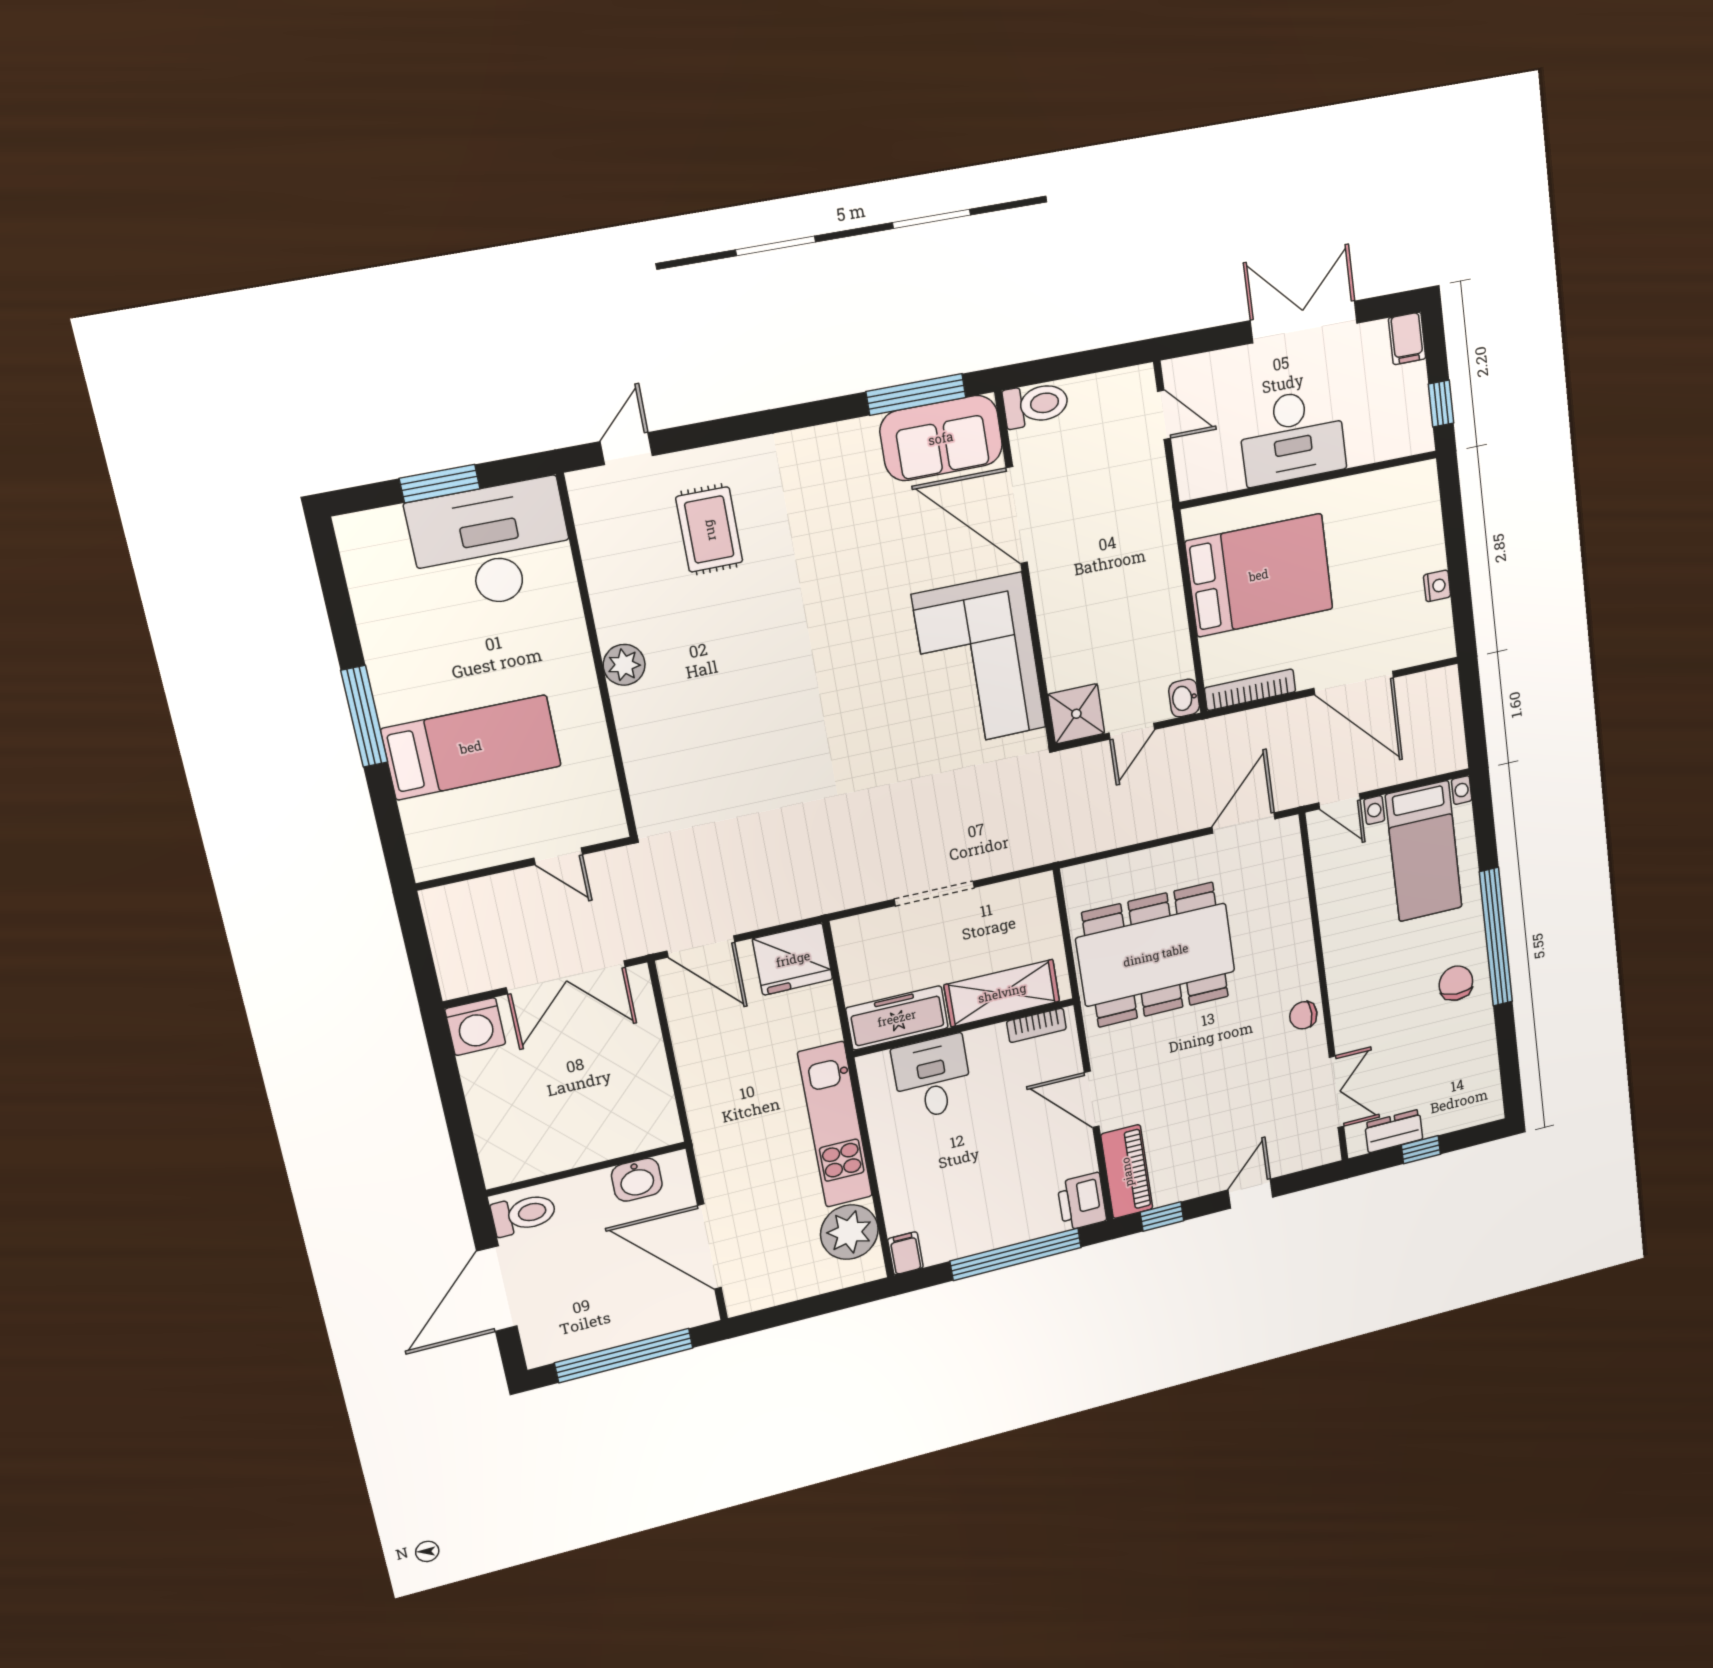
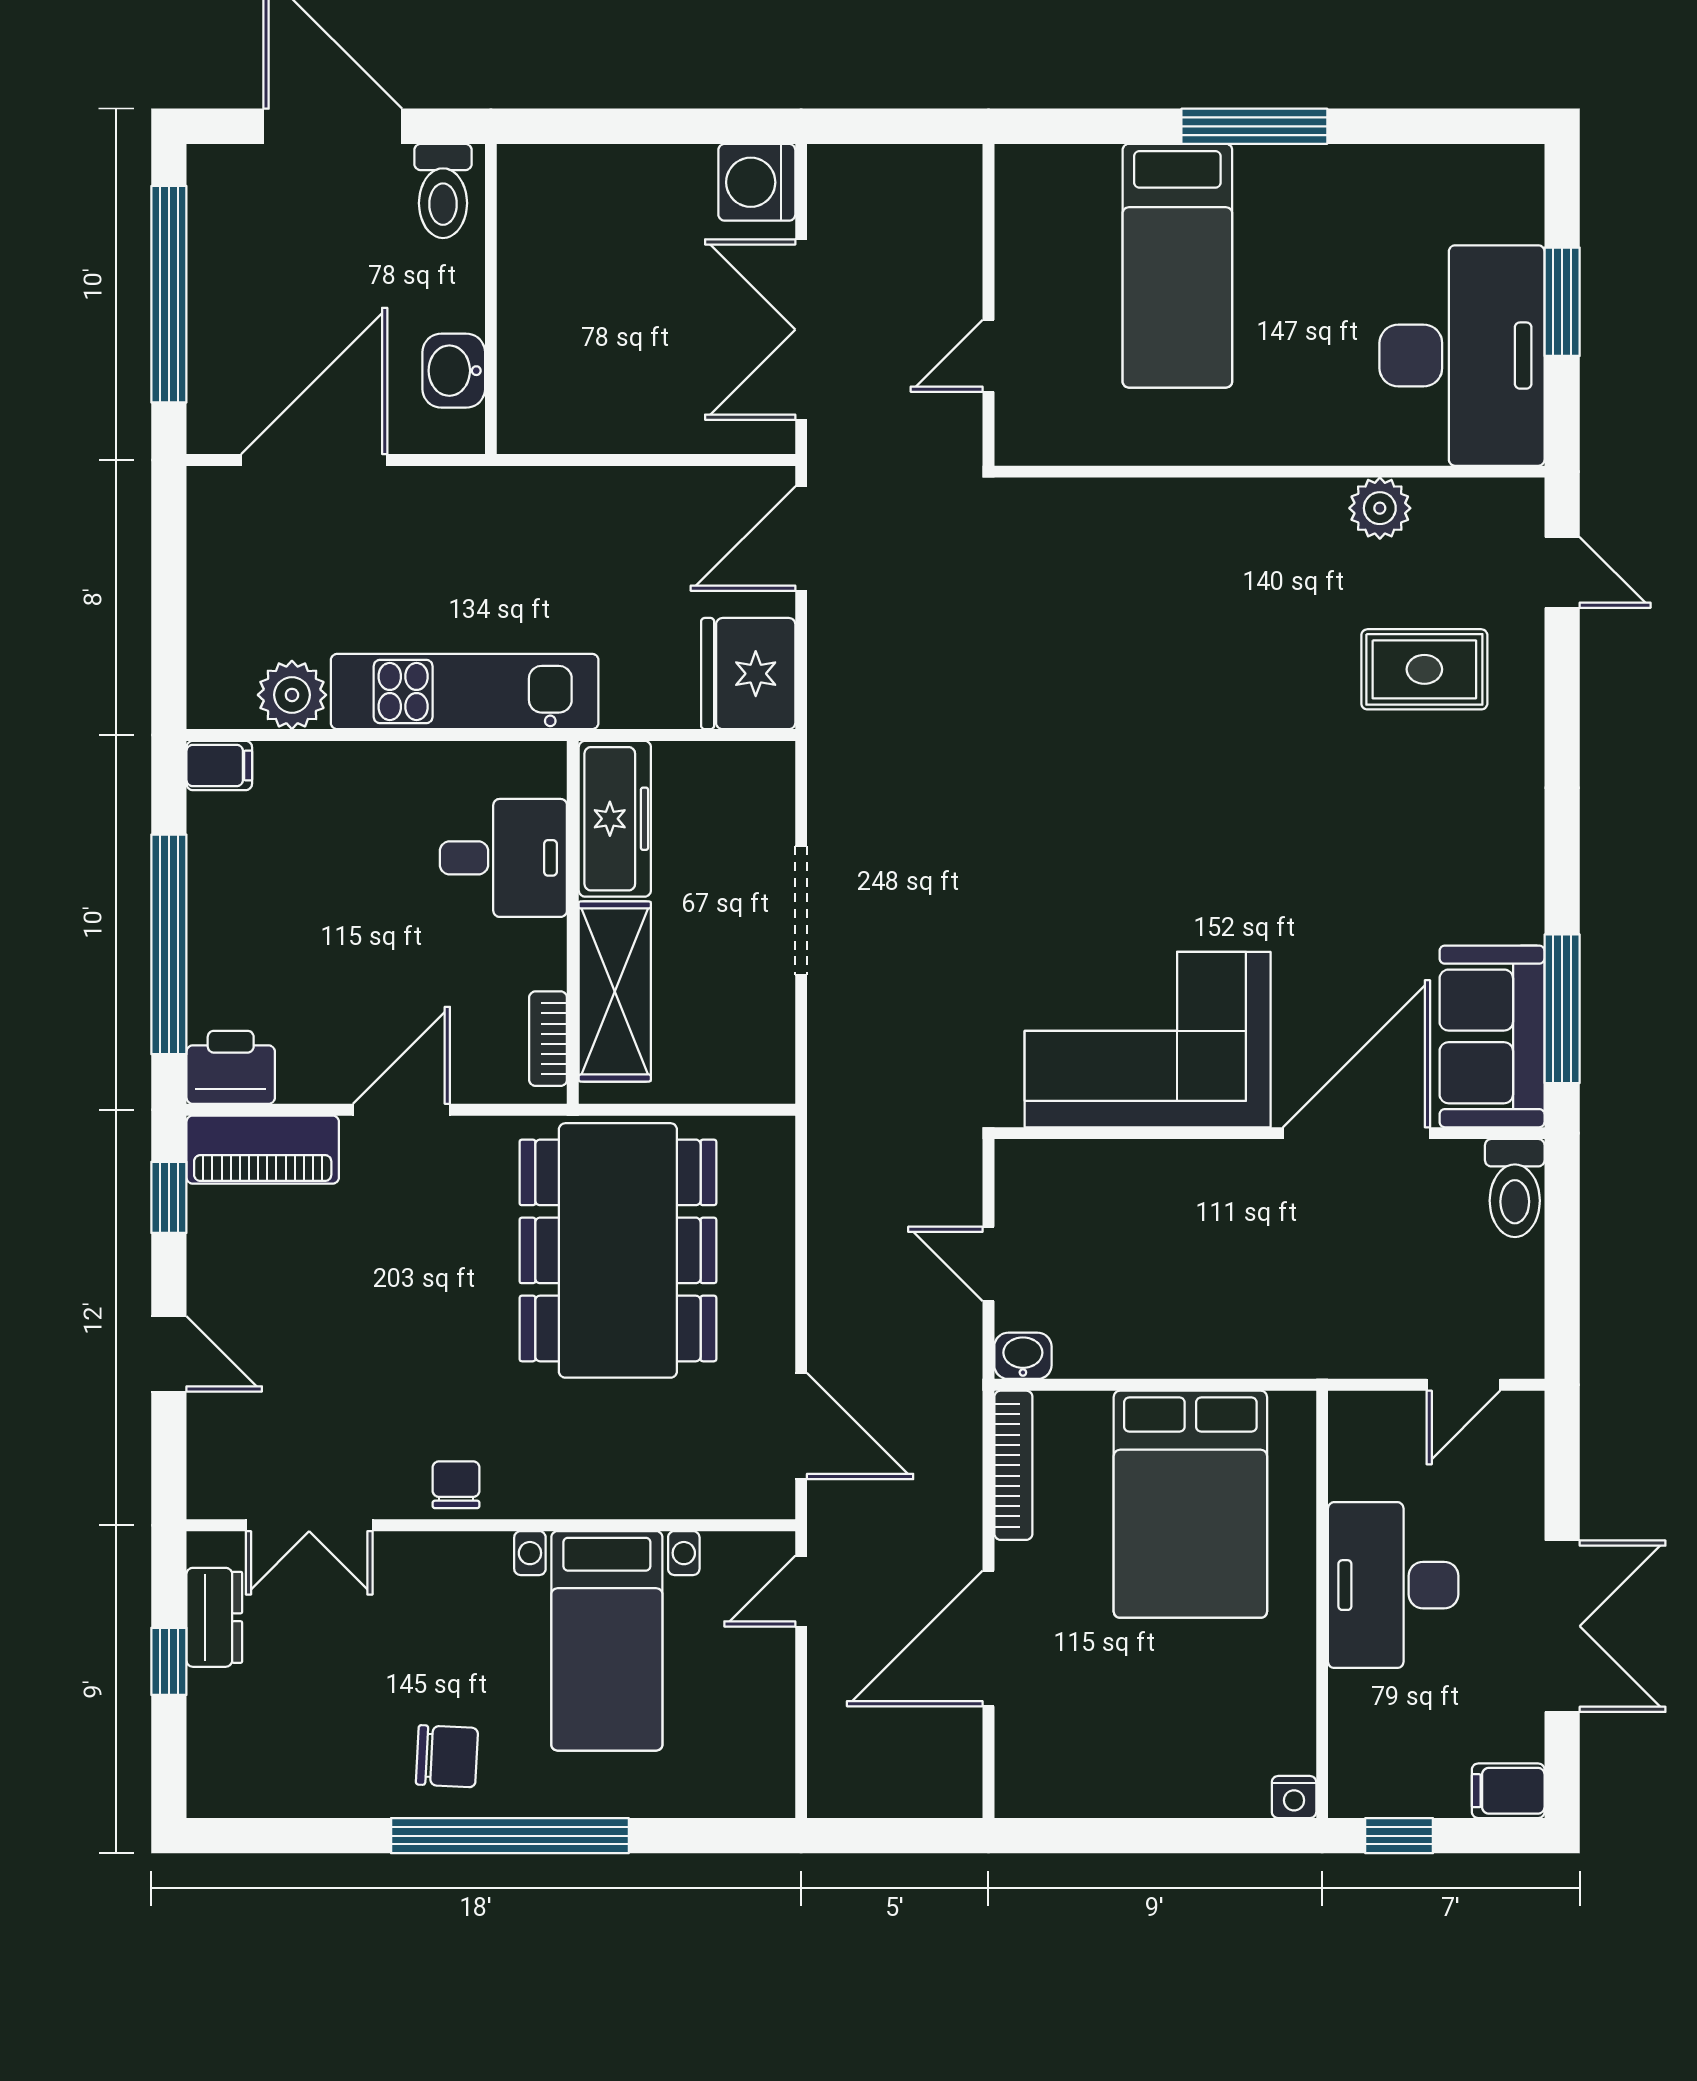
nightstand: (1437, 586) -> (1294, 1797), moved
plant: (624, 665) -> (1380, 508), moved
shower: (1076, 714) -> (1035, 1179), removed
bed with nightstands: (1424, 851) -> (607, 1641), moved, turned -90
plant: (849, 1232) -> (292, 695), width x0.73, depth x0.73

